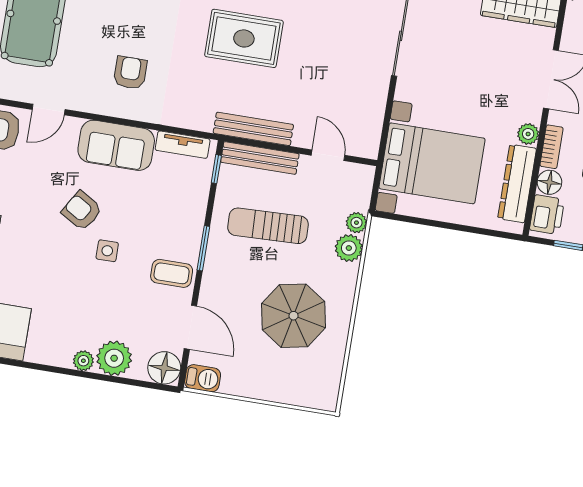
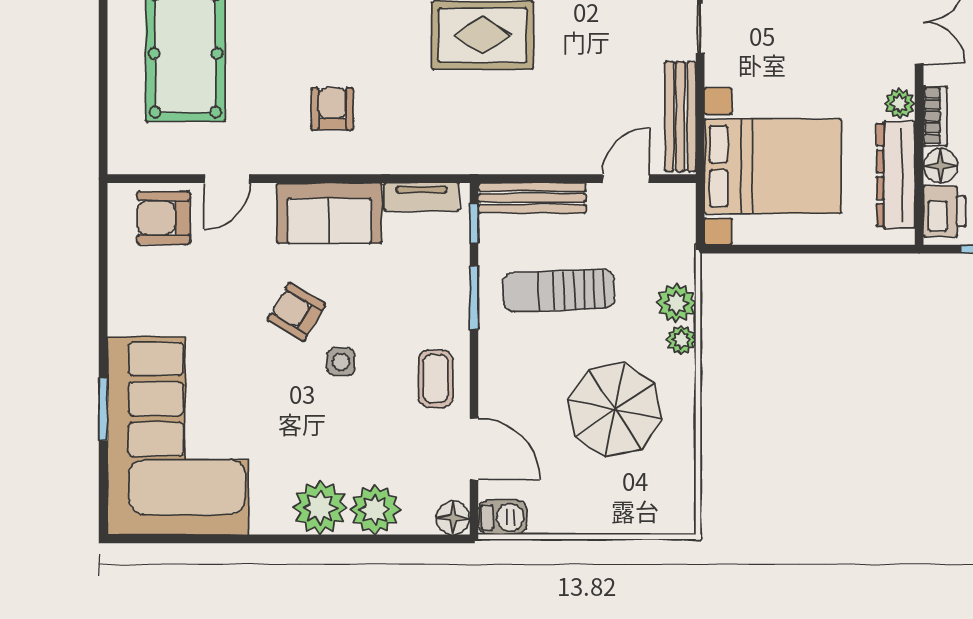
bench: (253, 129) -> (680, 116), moved, turned 90
door: (328, 155) -> (626, 179), hinge flipped
plant: (356, 223) -> (681, 340), moved
window: (203, 248) -> (474, 298), moved
coffee table: (172, 273) -> (436, 379), turned 90
plant: (83, 361) -> (320, 508), width x1.87, depth x1.87
floor lamp: (164, 368) -> (453, 518), width x0.73, depth x0.73

